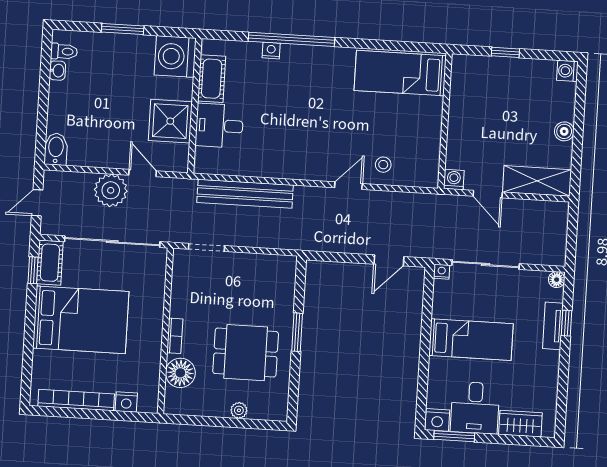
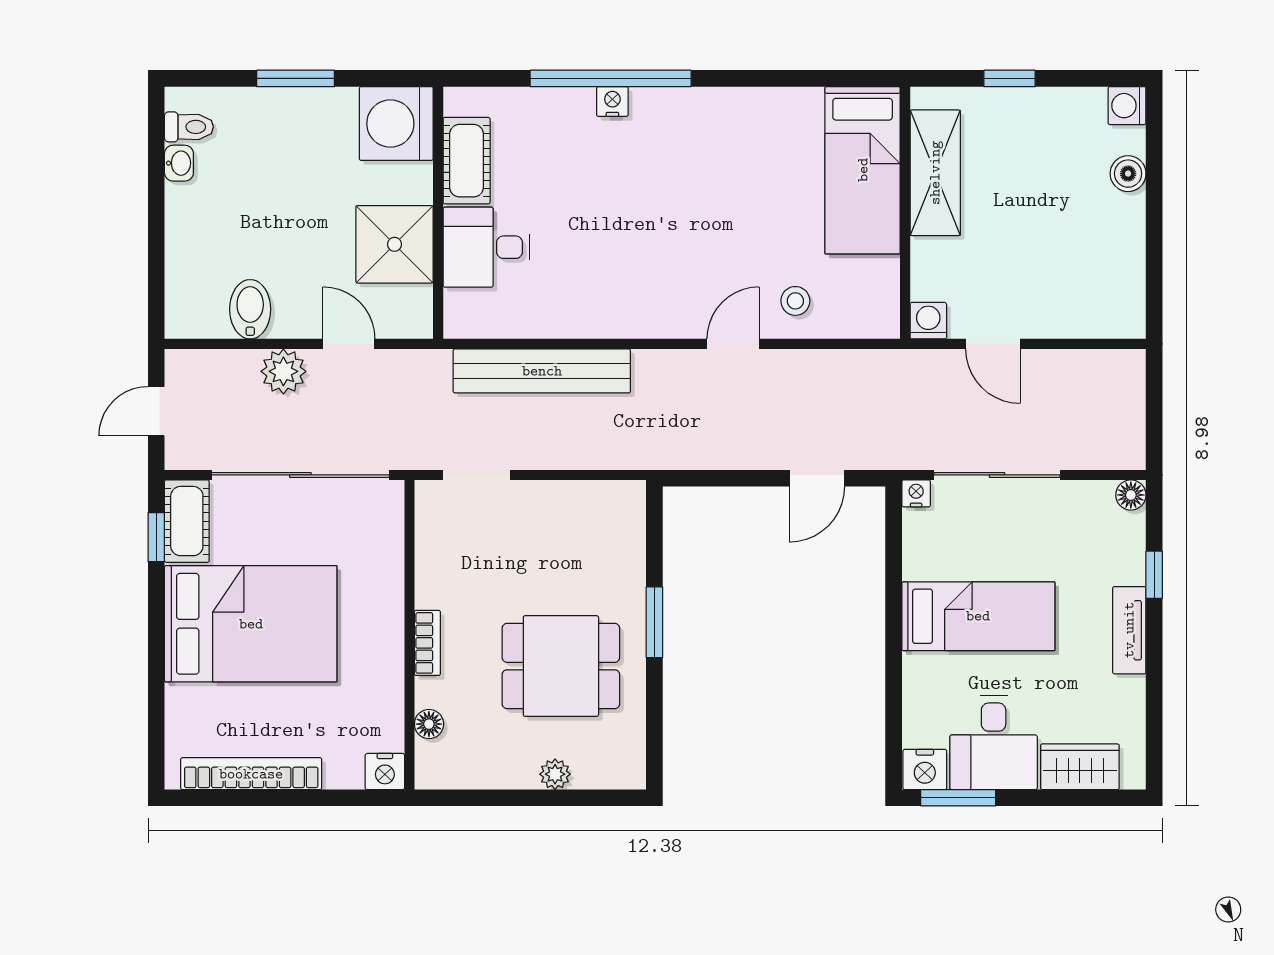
nightstand: (271, 50) -> (612, 102), moved
bed: (400, 73) -> (863, 170), moved, turned -90
boiler: (564, 131) -> (1128, 174), moved
bidet: (56, 149) -> (250, 309), moved
shelving: (537, 181) -> (935, 173), moved, turned 90
plant: (111, 190) -> (283, 371), width x0.73, depth x0.73
tv unit: (553, 326) -> (1129, 630), moved
floor lamp: (180, 373) -> (429, 724), width x0.53, depth x0.53
nightstand: (126, 402) -> (385, 772), moved

